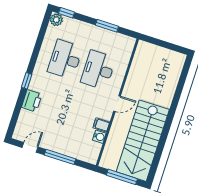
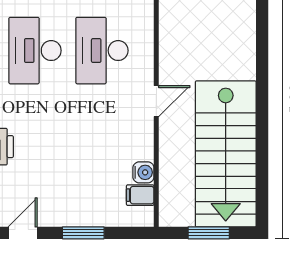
filing cabinet: (101, 125) -> (140, 195), moved
window: (60, 157) -> (83, 233), width x0.69
window: (122, 177) -> (209, 233), width x0.69

